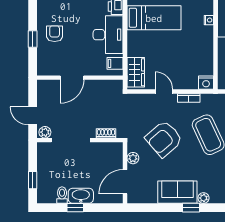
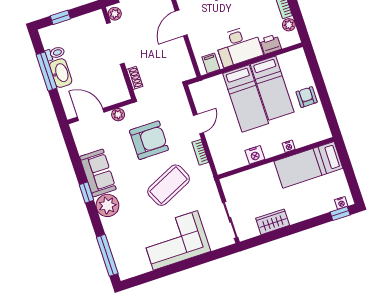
bed: (155, 44) -> (246, 98), added
wardrobe: (136, 72) -> (209, 88), removed
door: (72, 78) -> (181, 23), hinge flipped
nightstand: (206, 83) -> (255, 155), moved, turned -90
armchair: (164, 139) -> (149, 140), turned 131
plant: (203, 198) -> (107, 205), width x1.87, depth x1.87
window: (75, 208) -> (46, 71), width x2.17

